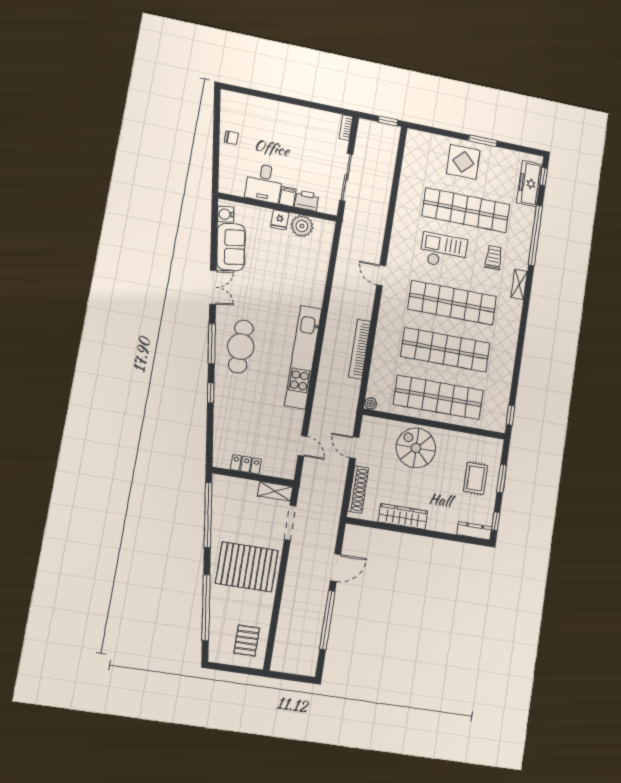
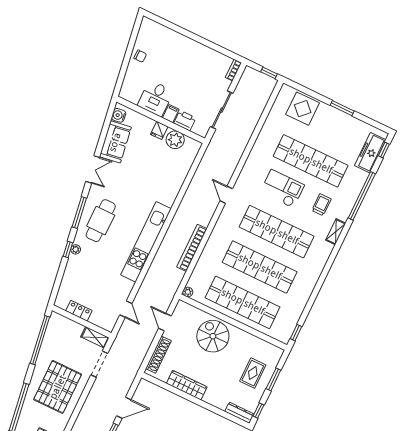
display table: (463, 162) -> (303, 109), moved
plant: (220, 390) -> (76, 249), added
pallet: (247, 567) -> (58, 387), turned 90

